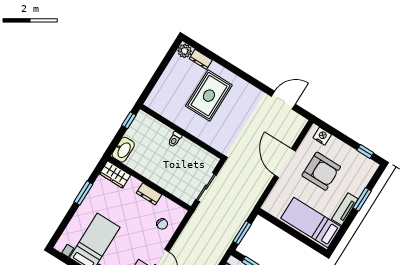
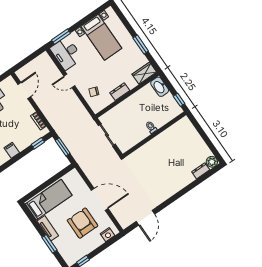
rug: (209, 96) -> (172, 165), removed
armchair: (321, 171) -> (83, 223), turned 90

